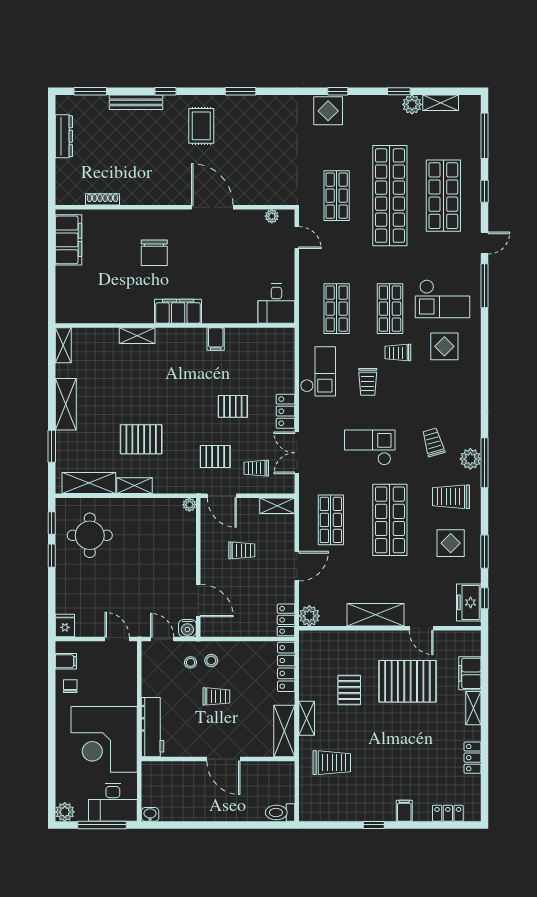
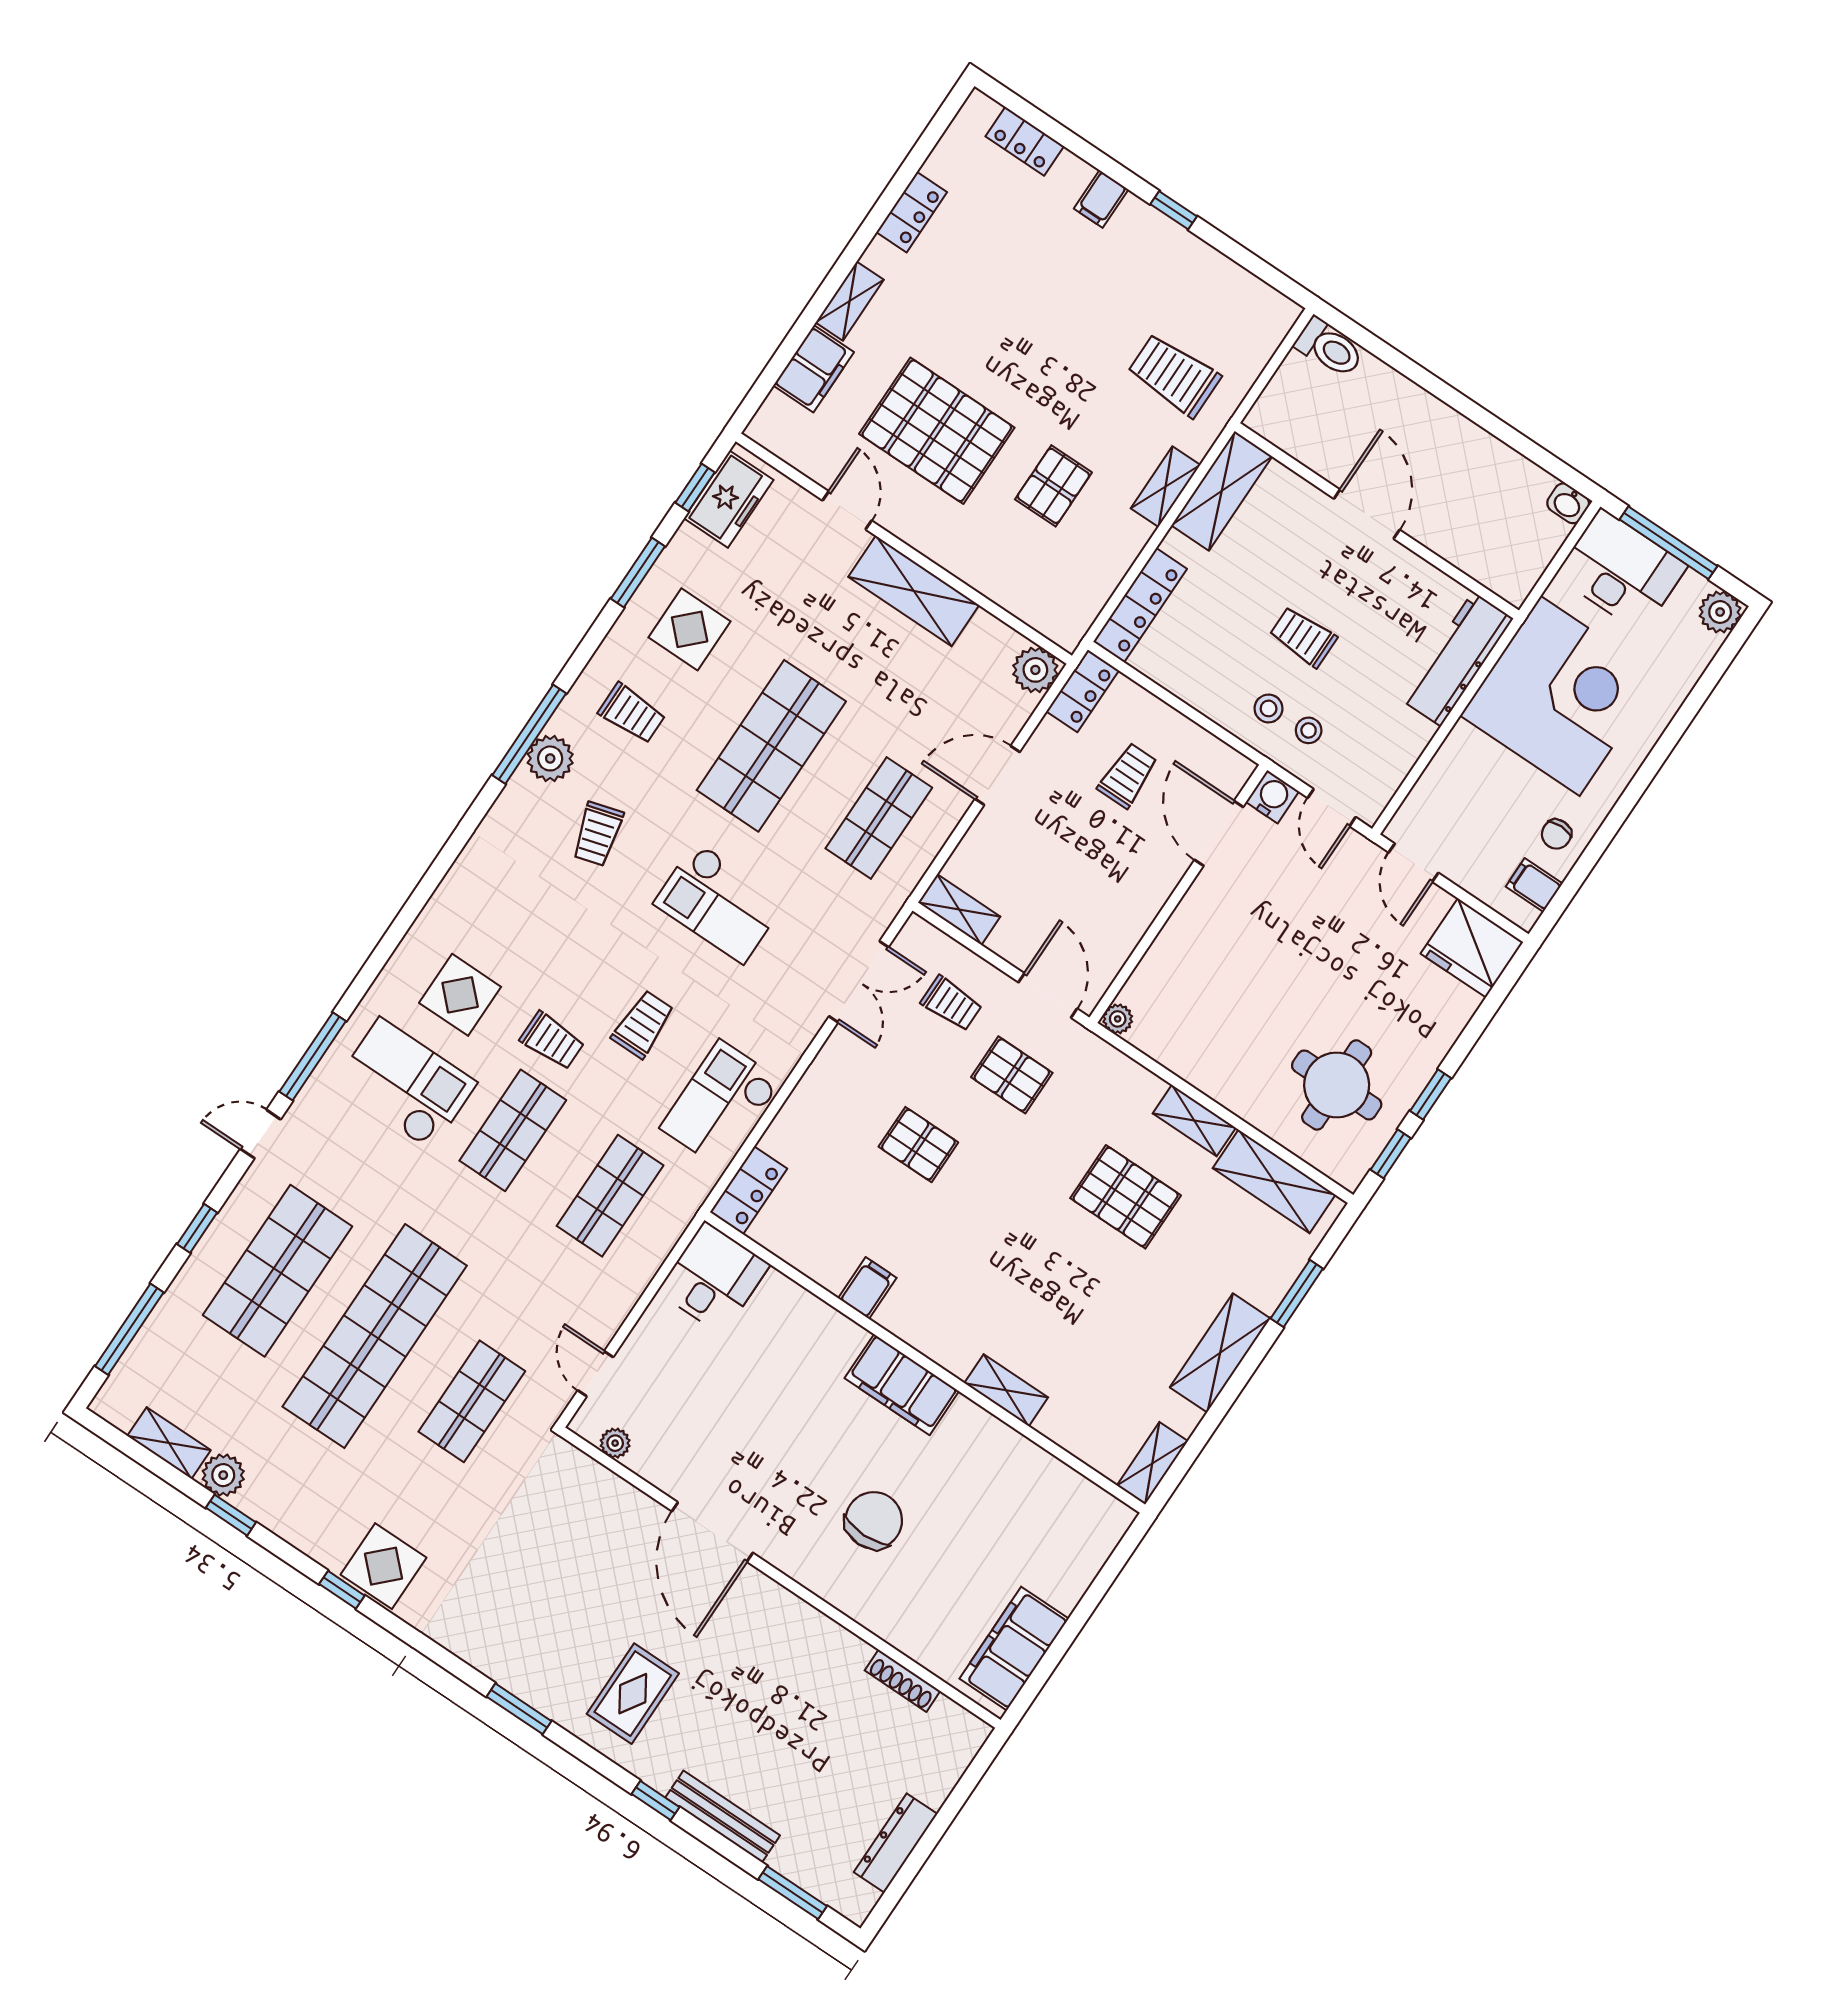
locker: (286, 411) -> (748, 1190), moved
trolley: (451, 497) -> (632, 713), width x0.73, depth x0.72
trolley: (242, 550) -> (1128, 775), moved, turned 90
fridge: (65, 625) -> (1472, 948), width x1.88, depth x1.34

